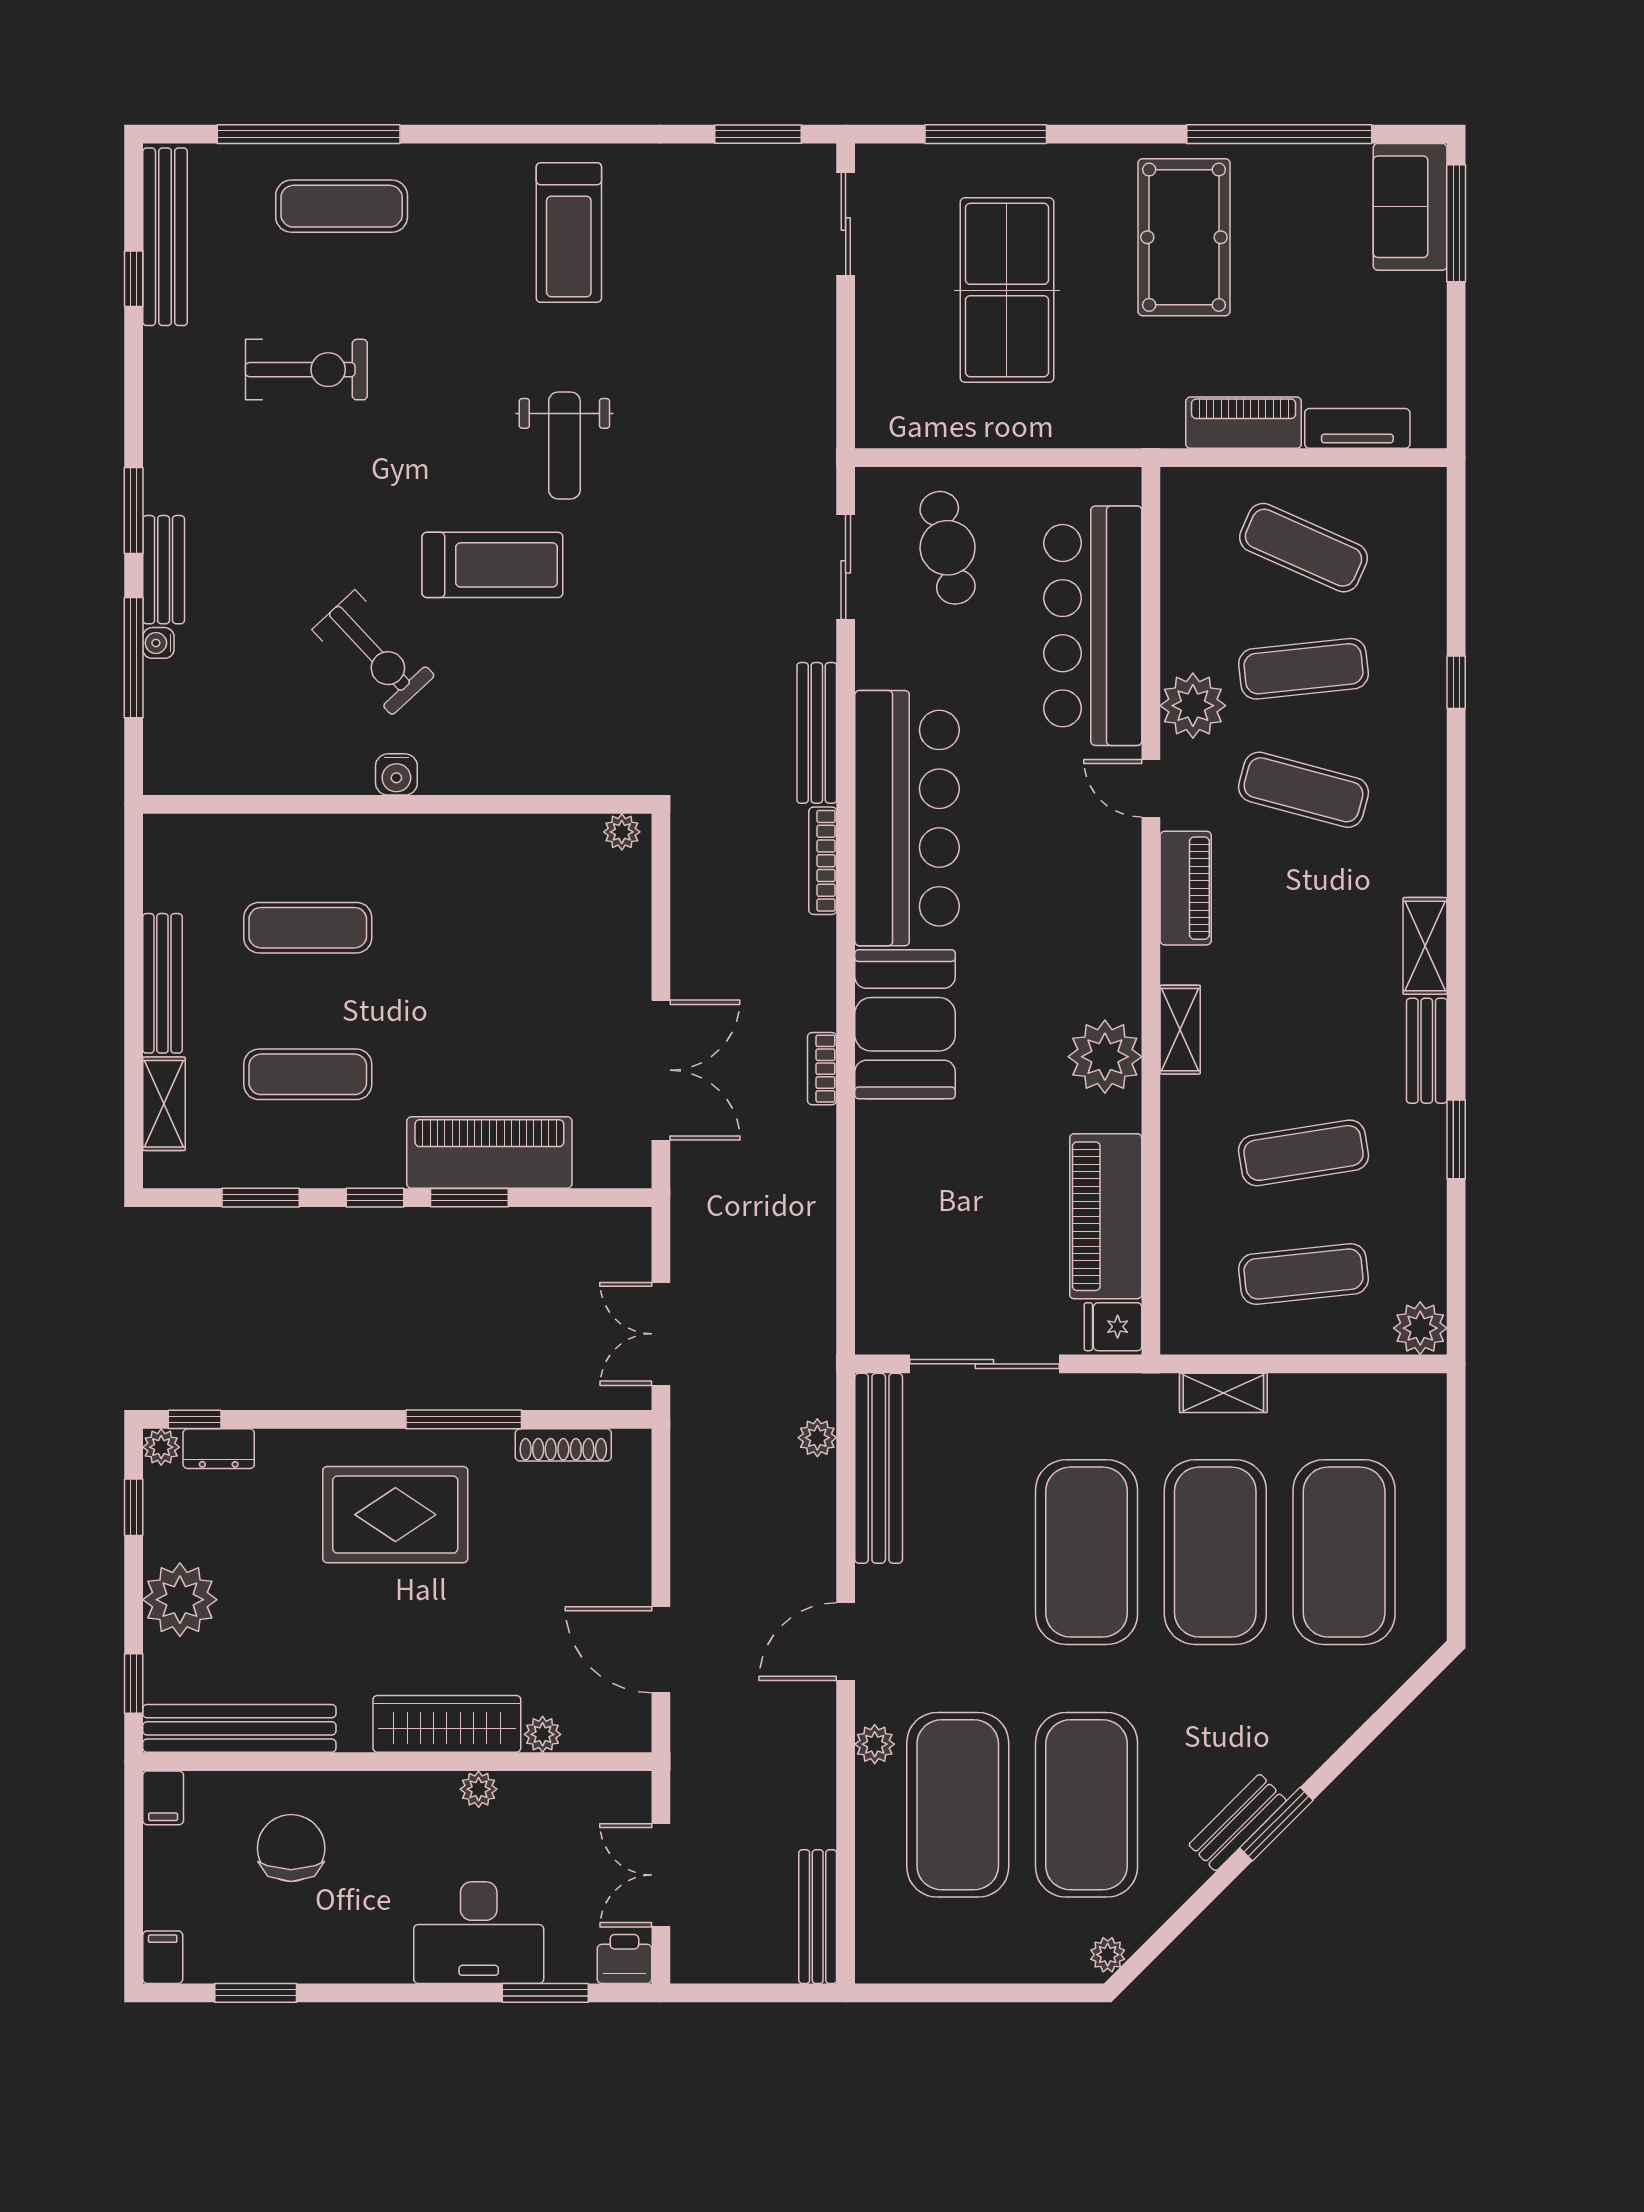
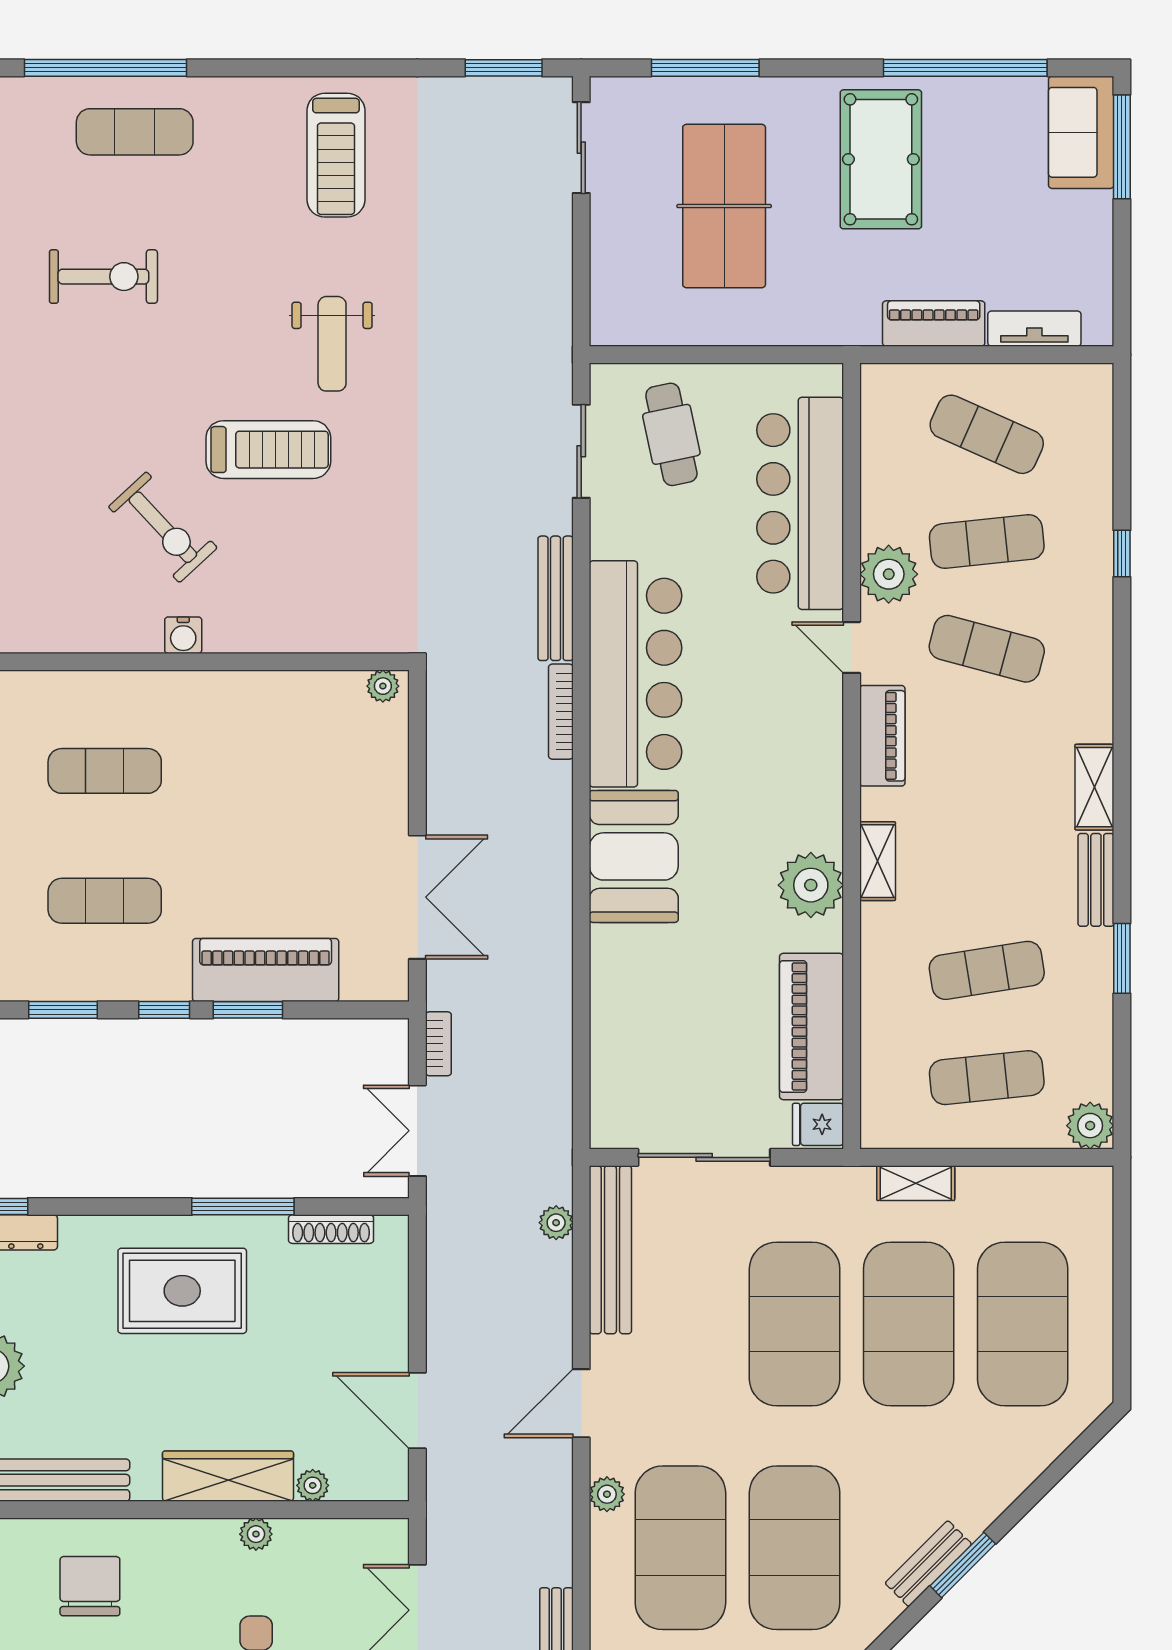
bookcase: (822, 1069) -> (438, 1044), moved, turned 180

